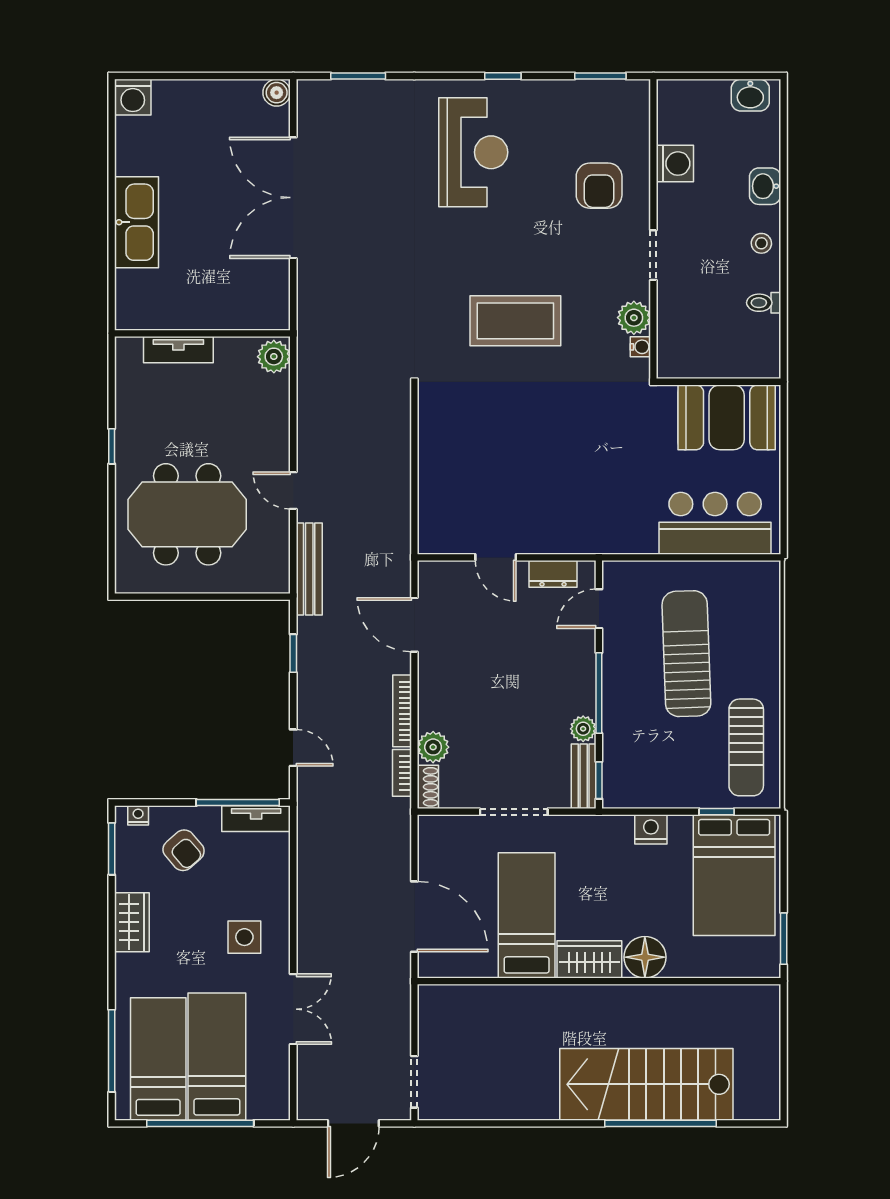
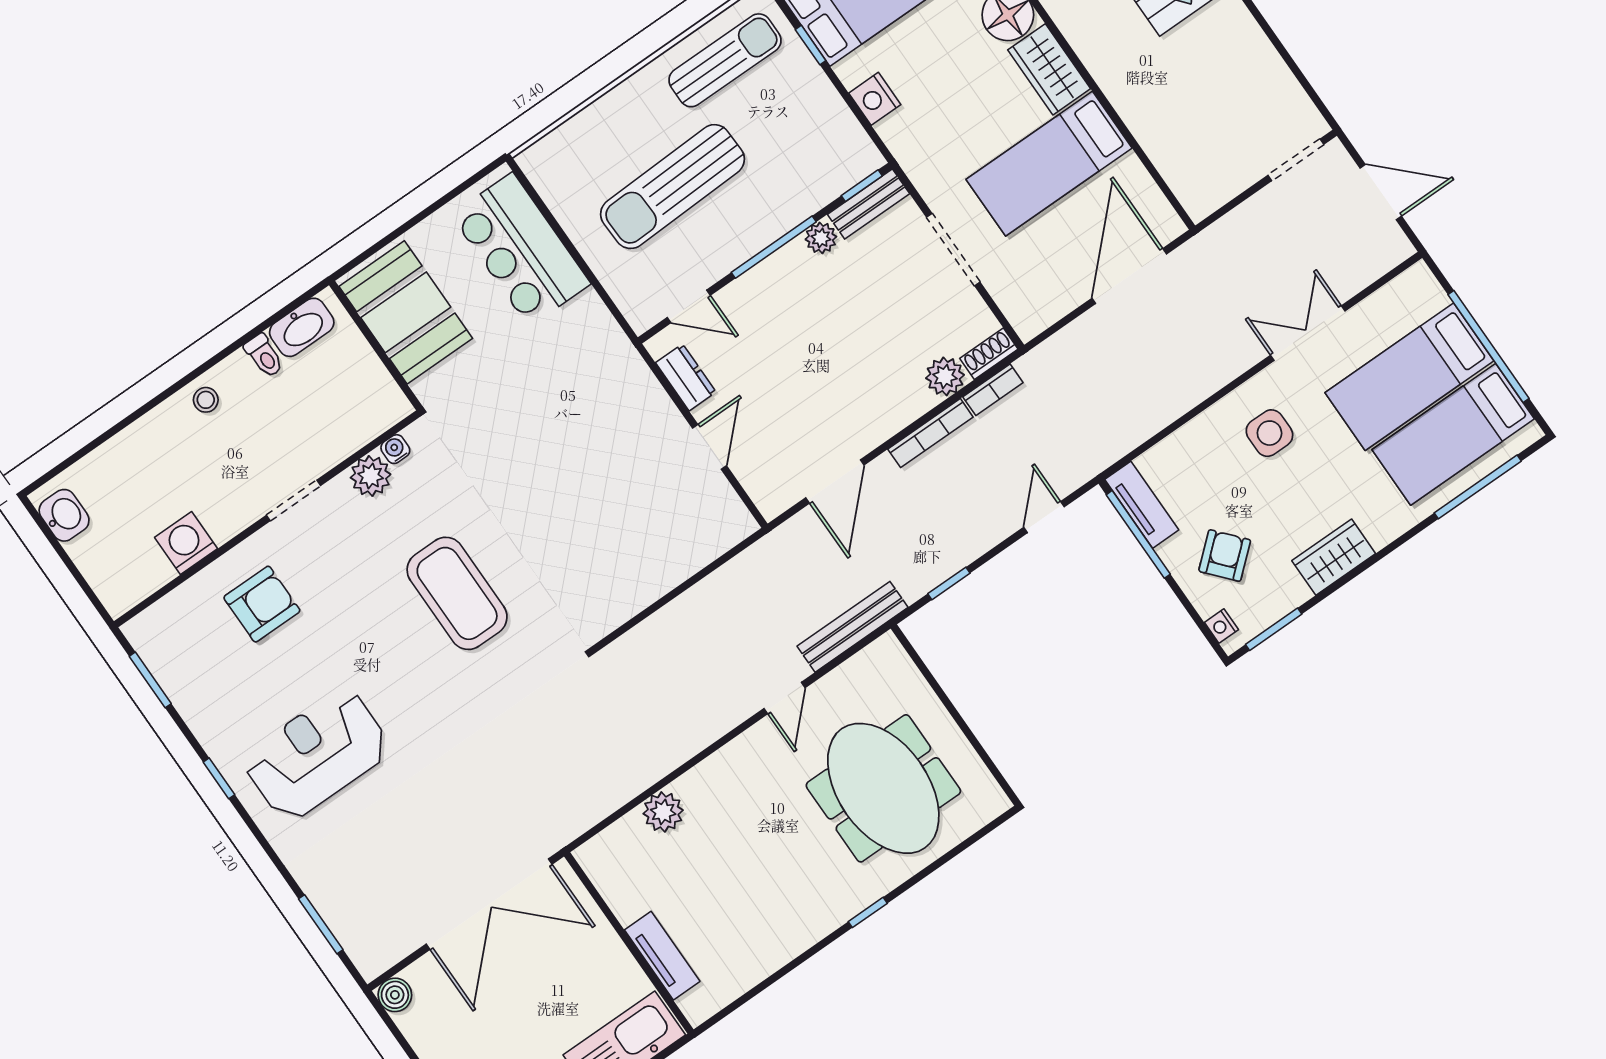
washbasin: (765, 186) -> (302, 327), moved, width x1.38
wall: (202, 333) -> (629, 943), moved
tv unit: (178, 350) -> (662, 956), moved

